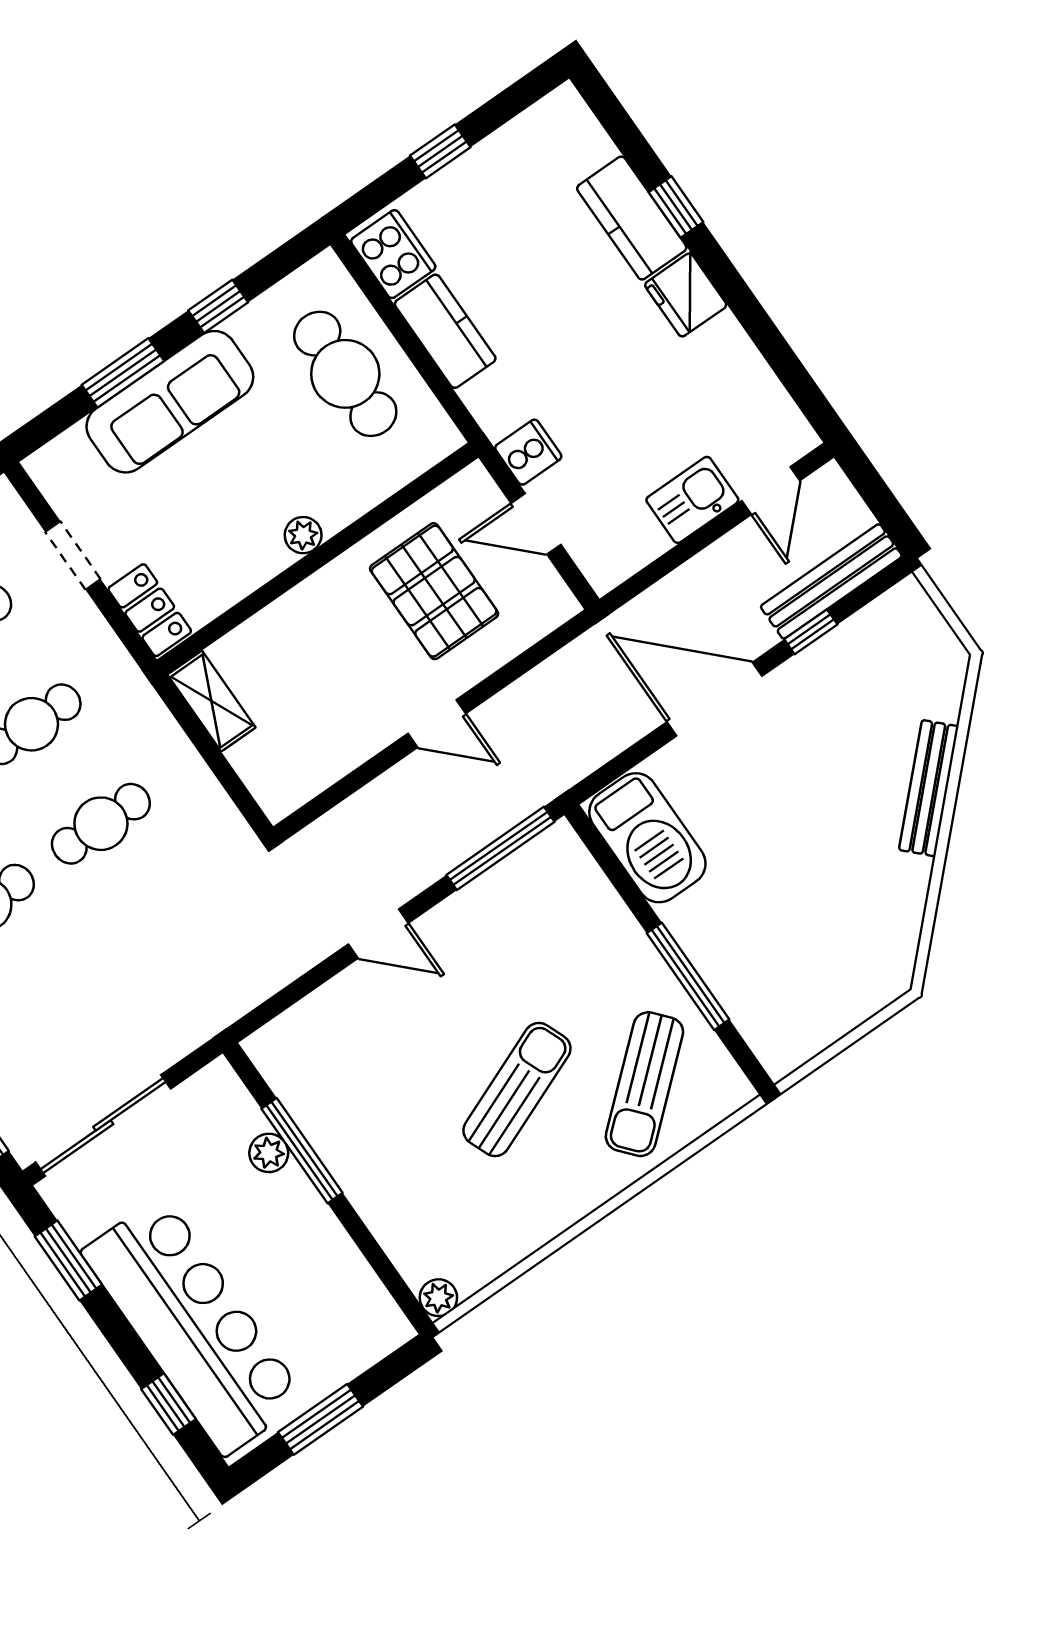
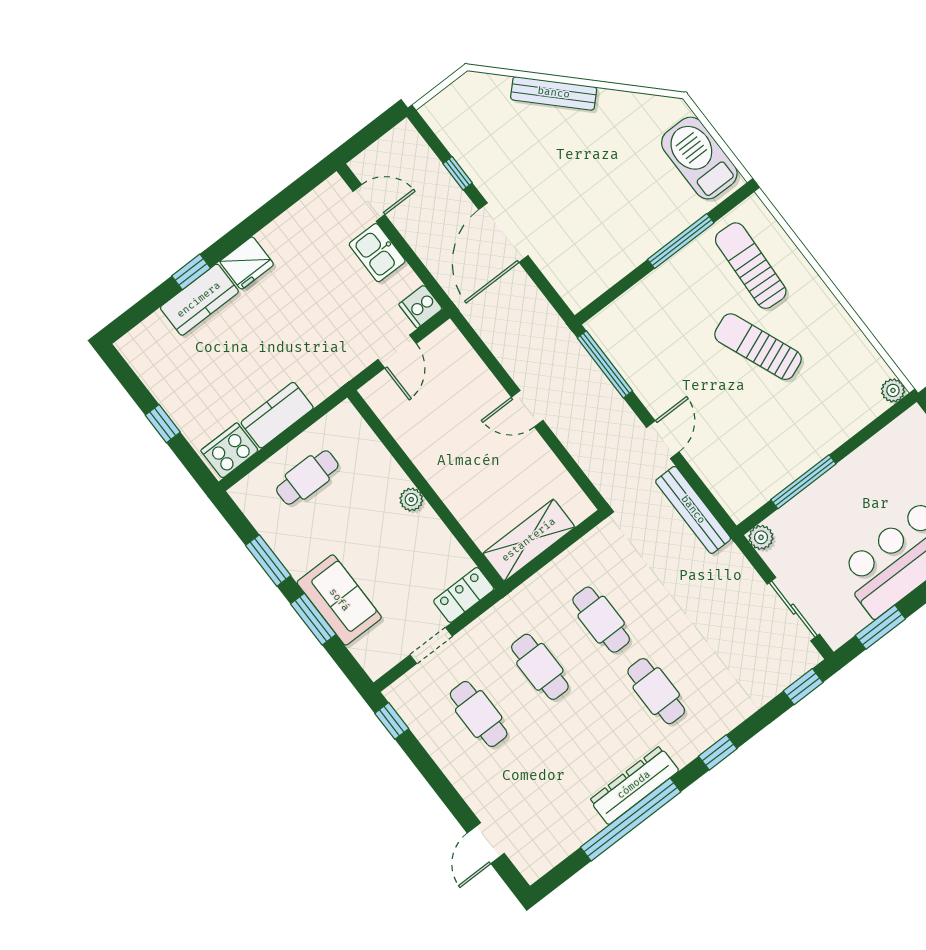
window: (218, 306) -> (268, 560), width x1.50
cafe table: (345, 374) -> (307, 477), width x0.73, depth x0.74
sofa: (170, 402) -> (339, 600), width x0.73
cooker: (528, 452) -> (421, 307), moved, turned -90
bench: (831, 581) -> (693, 510), moved
pallet: (434, 591) -> (443, 414), removed
shelving: (212, 701) -> (529, 540), width x1.50, depth x1.33
door: (437, 724) -> (527, 409), swing flipped
barbecue: (647, 838) -> (699, 158), moved, turned -90
sun lounger: (644, 1084) -> (751, 266), turned -136
sliding door: (103, 1125) -> (793, 609), width x0.73
plant: (269, 1153) -> (761, 537), moved

